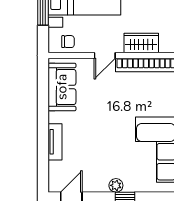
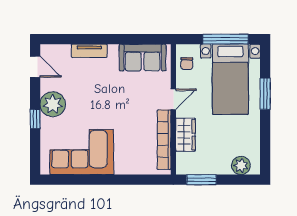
door: (105, 55) -> (173, 99), swing flipped
plant: (116, 185) -> (53, 104), width x1.88, depth x1.88

